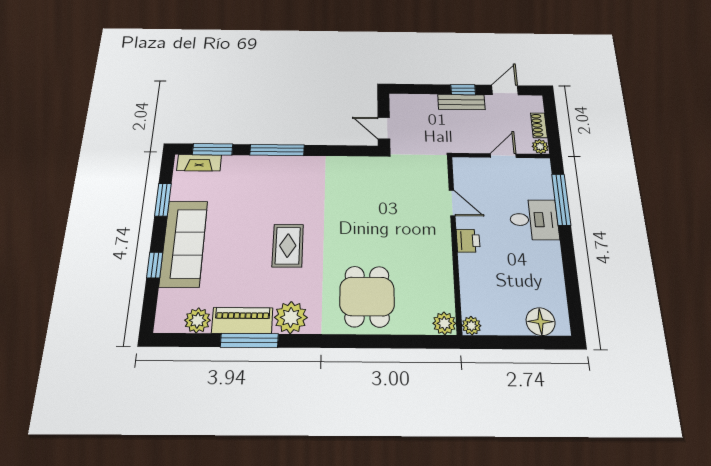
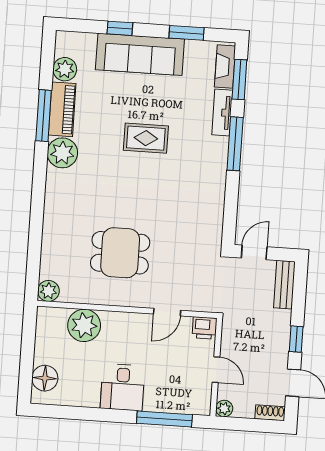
bench: (461, 102) -> (284, 285), moved
shoe rack: (539, 125) -> (270, 413), moved
tv unit: (246, 163) -> (222, 112), added
desk: (534, 220) -> (123, 387), moved
printer: (468, 241) -> (204, 328), moved
rug: (288, 246) -> (146, 138), moved
dining table: (367, 296) -> (120, 253), moved
plant: (471, 326) -> (84, 325), moved, width x1.88, depth x1.88

